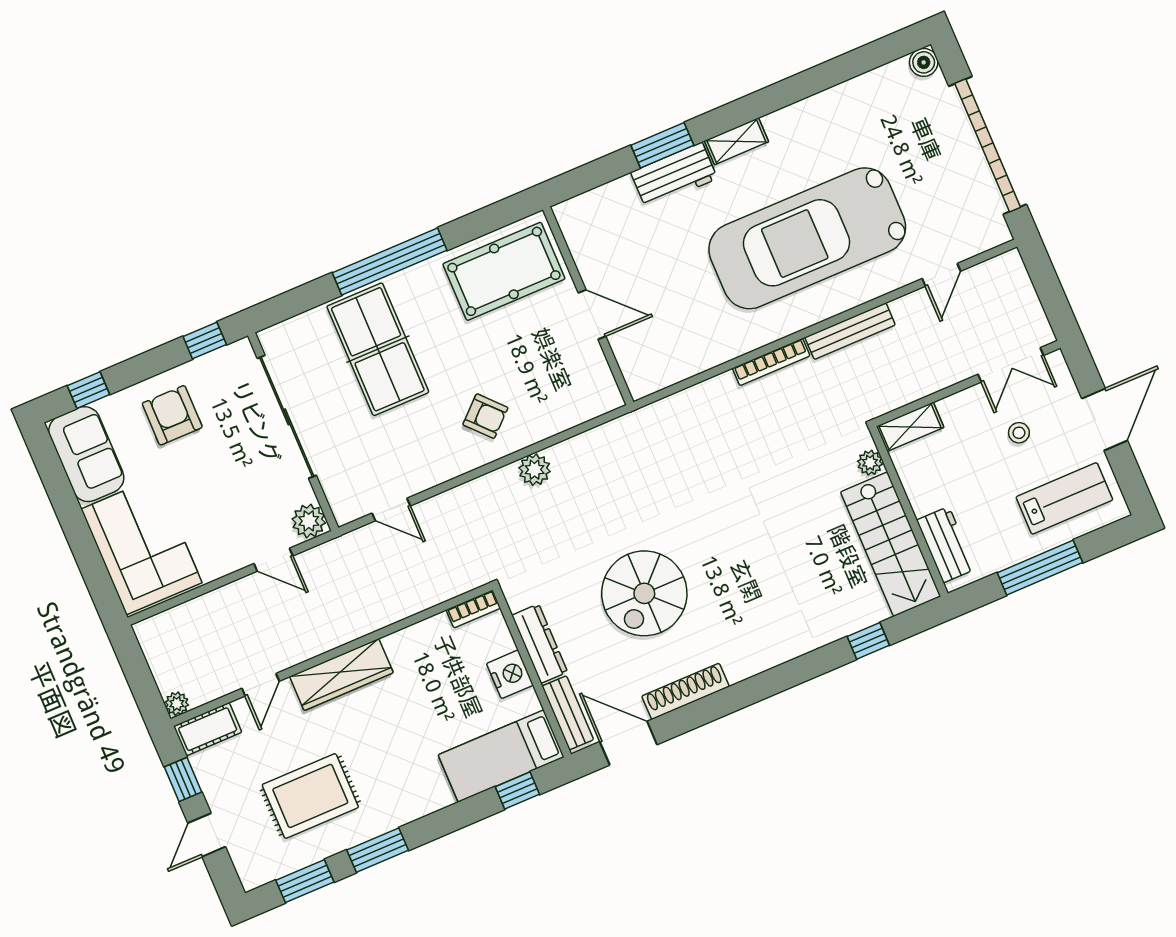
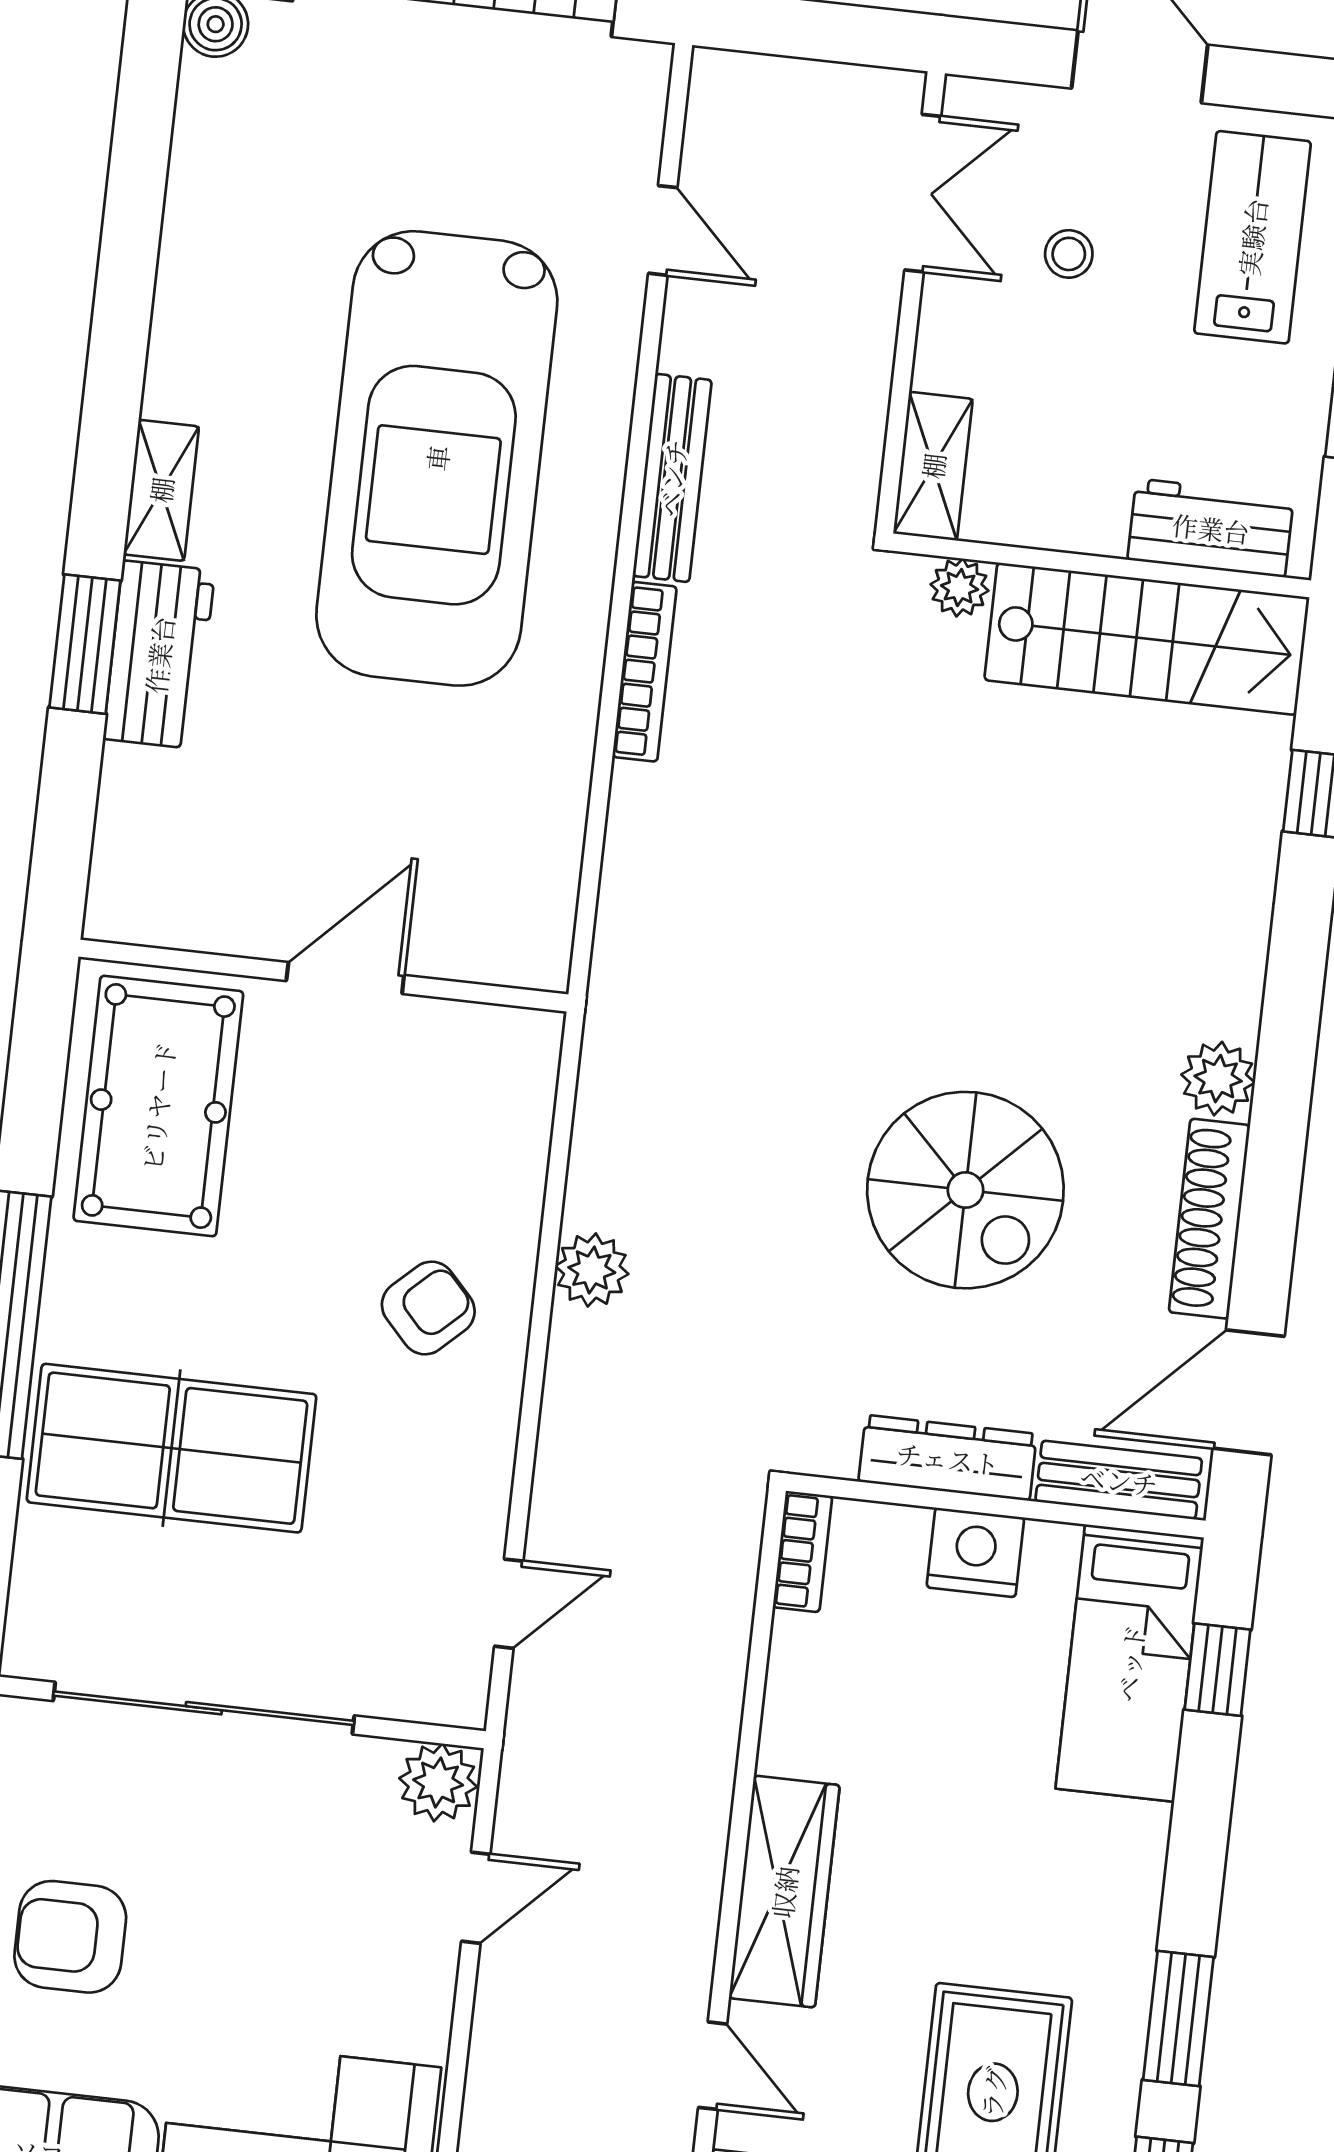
plant: (740, 665) -> (1218, 1079), added

